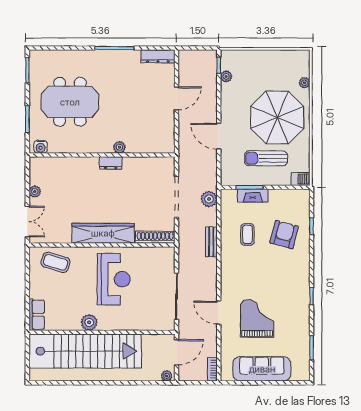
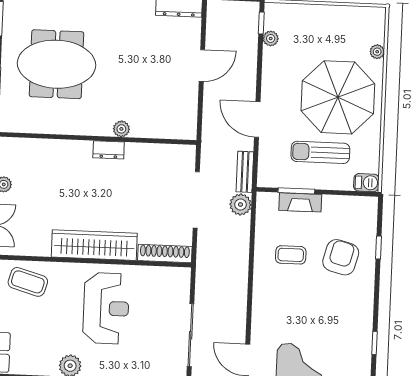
water cooler: (41, 147) -> (14, 124), removed
coffee table: (247, 234) -> (291, 255), turned 90
bench: (211, 242) -> (245, 172), moved

